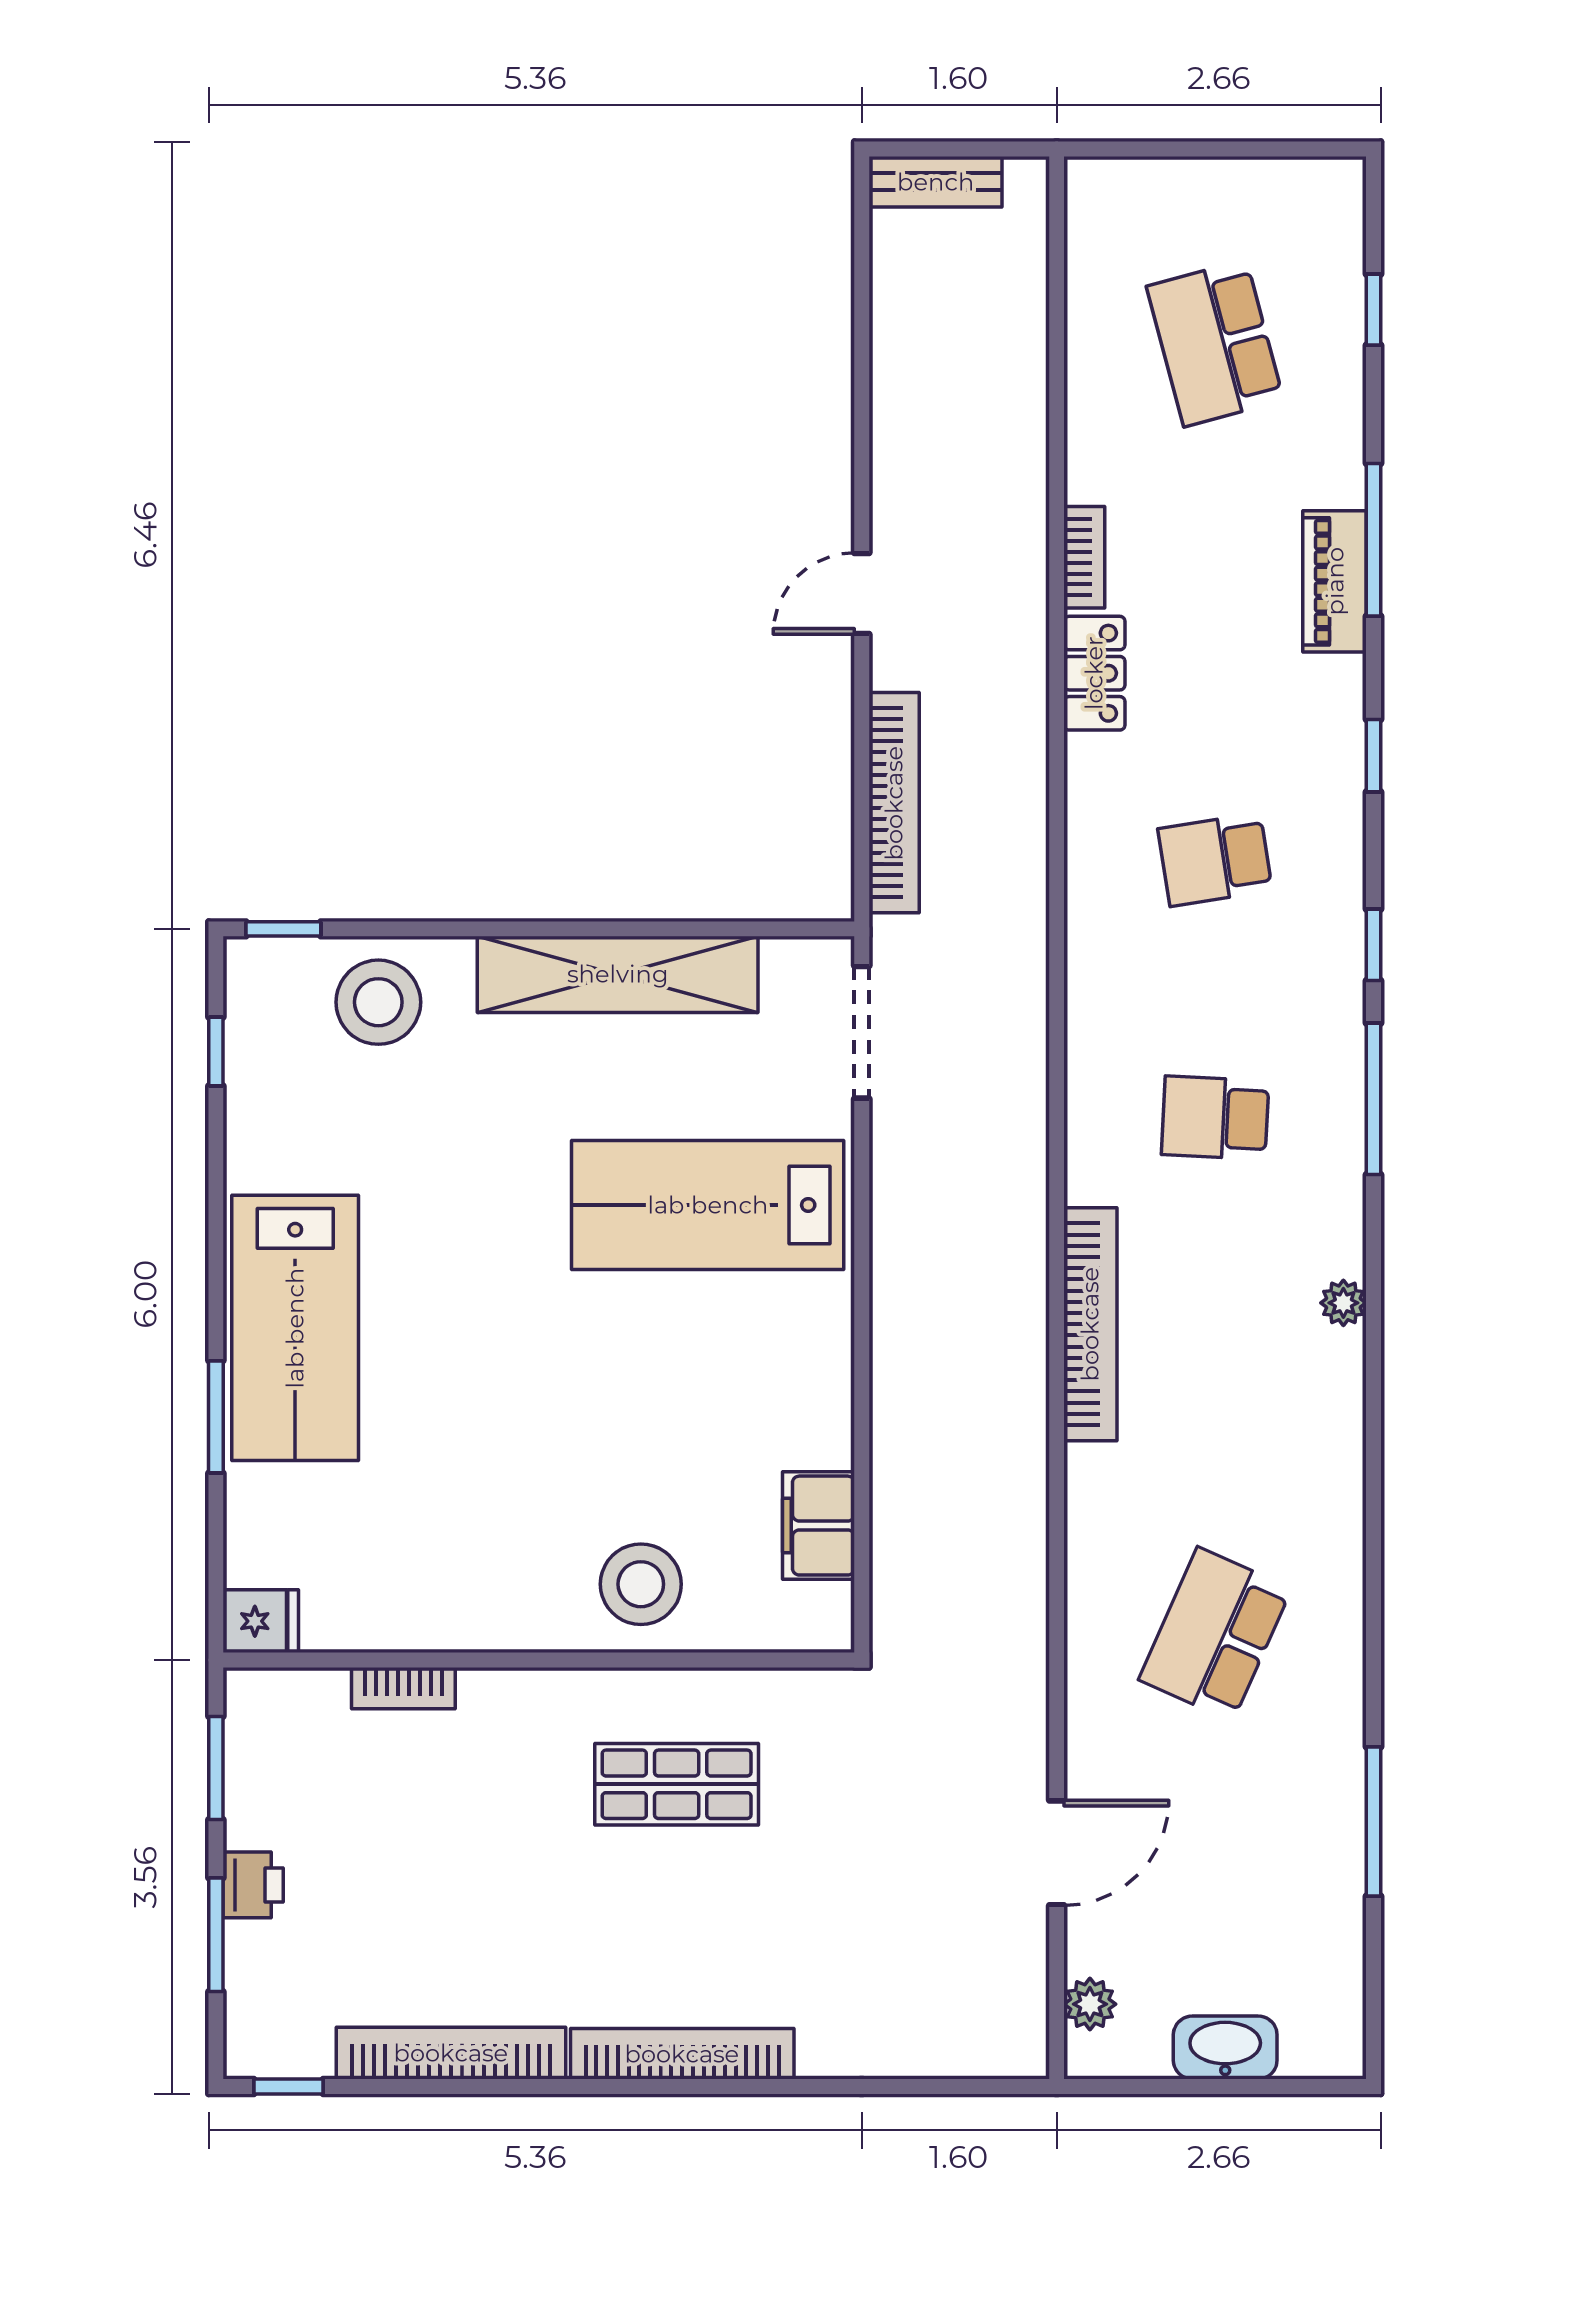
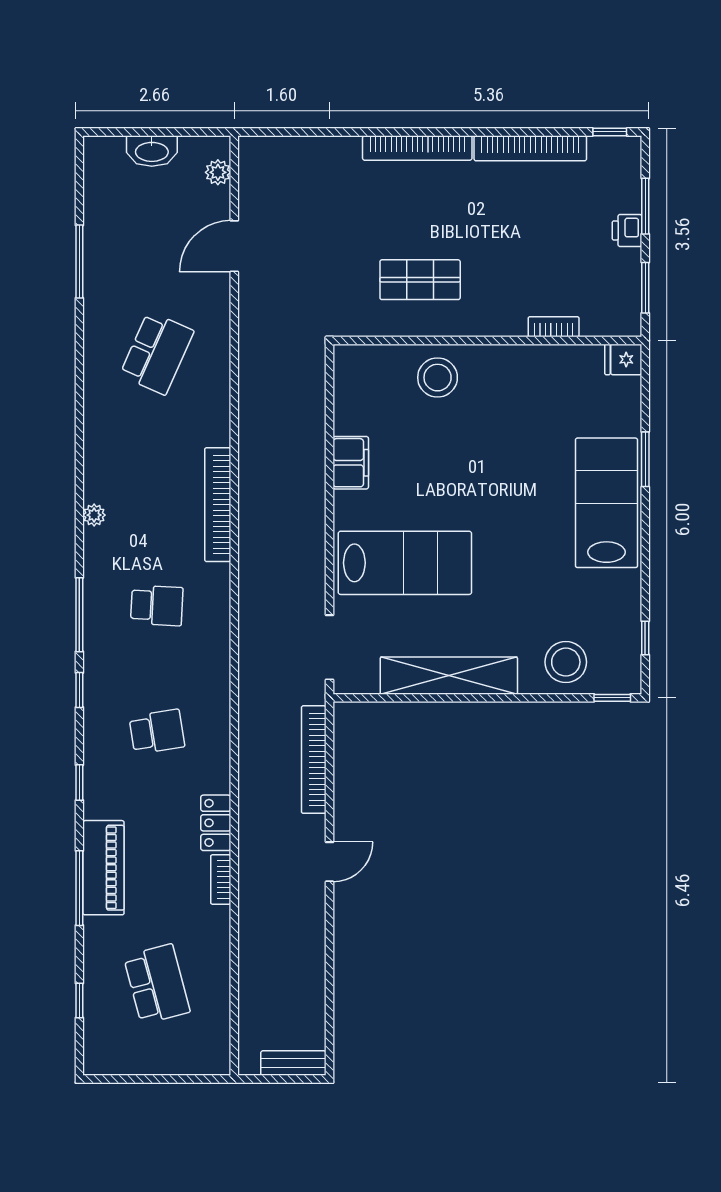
piano: (1335, 581) -> (103, 868), width x1.37, depth x1.33
filing cabinet: (818, 1526) -> (351, 463), moved

